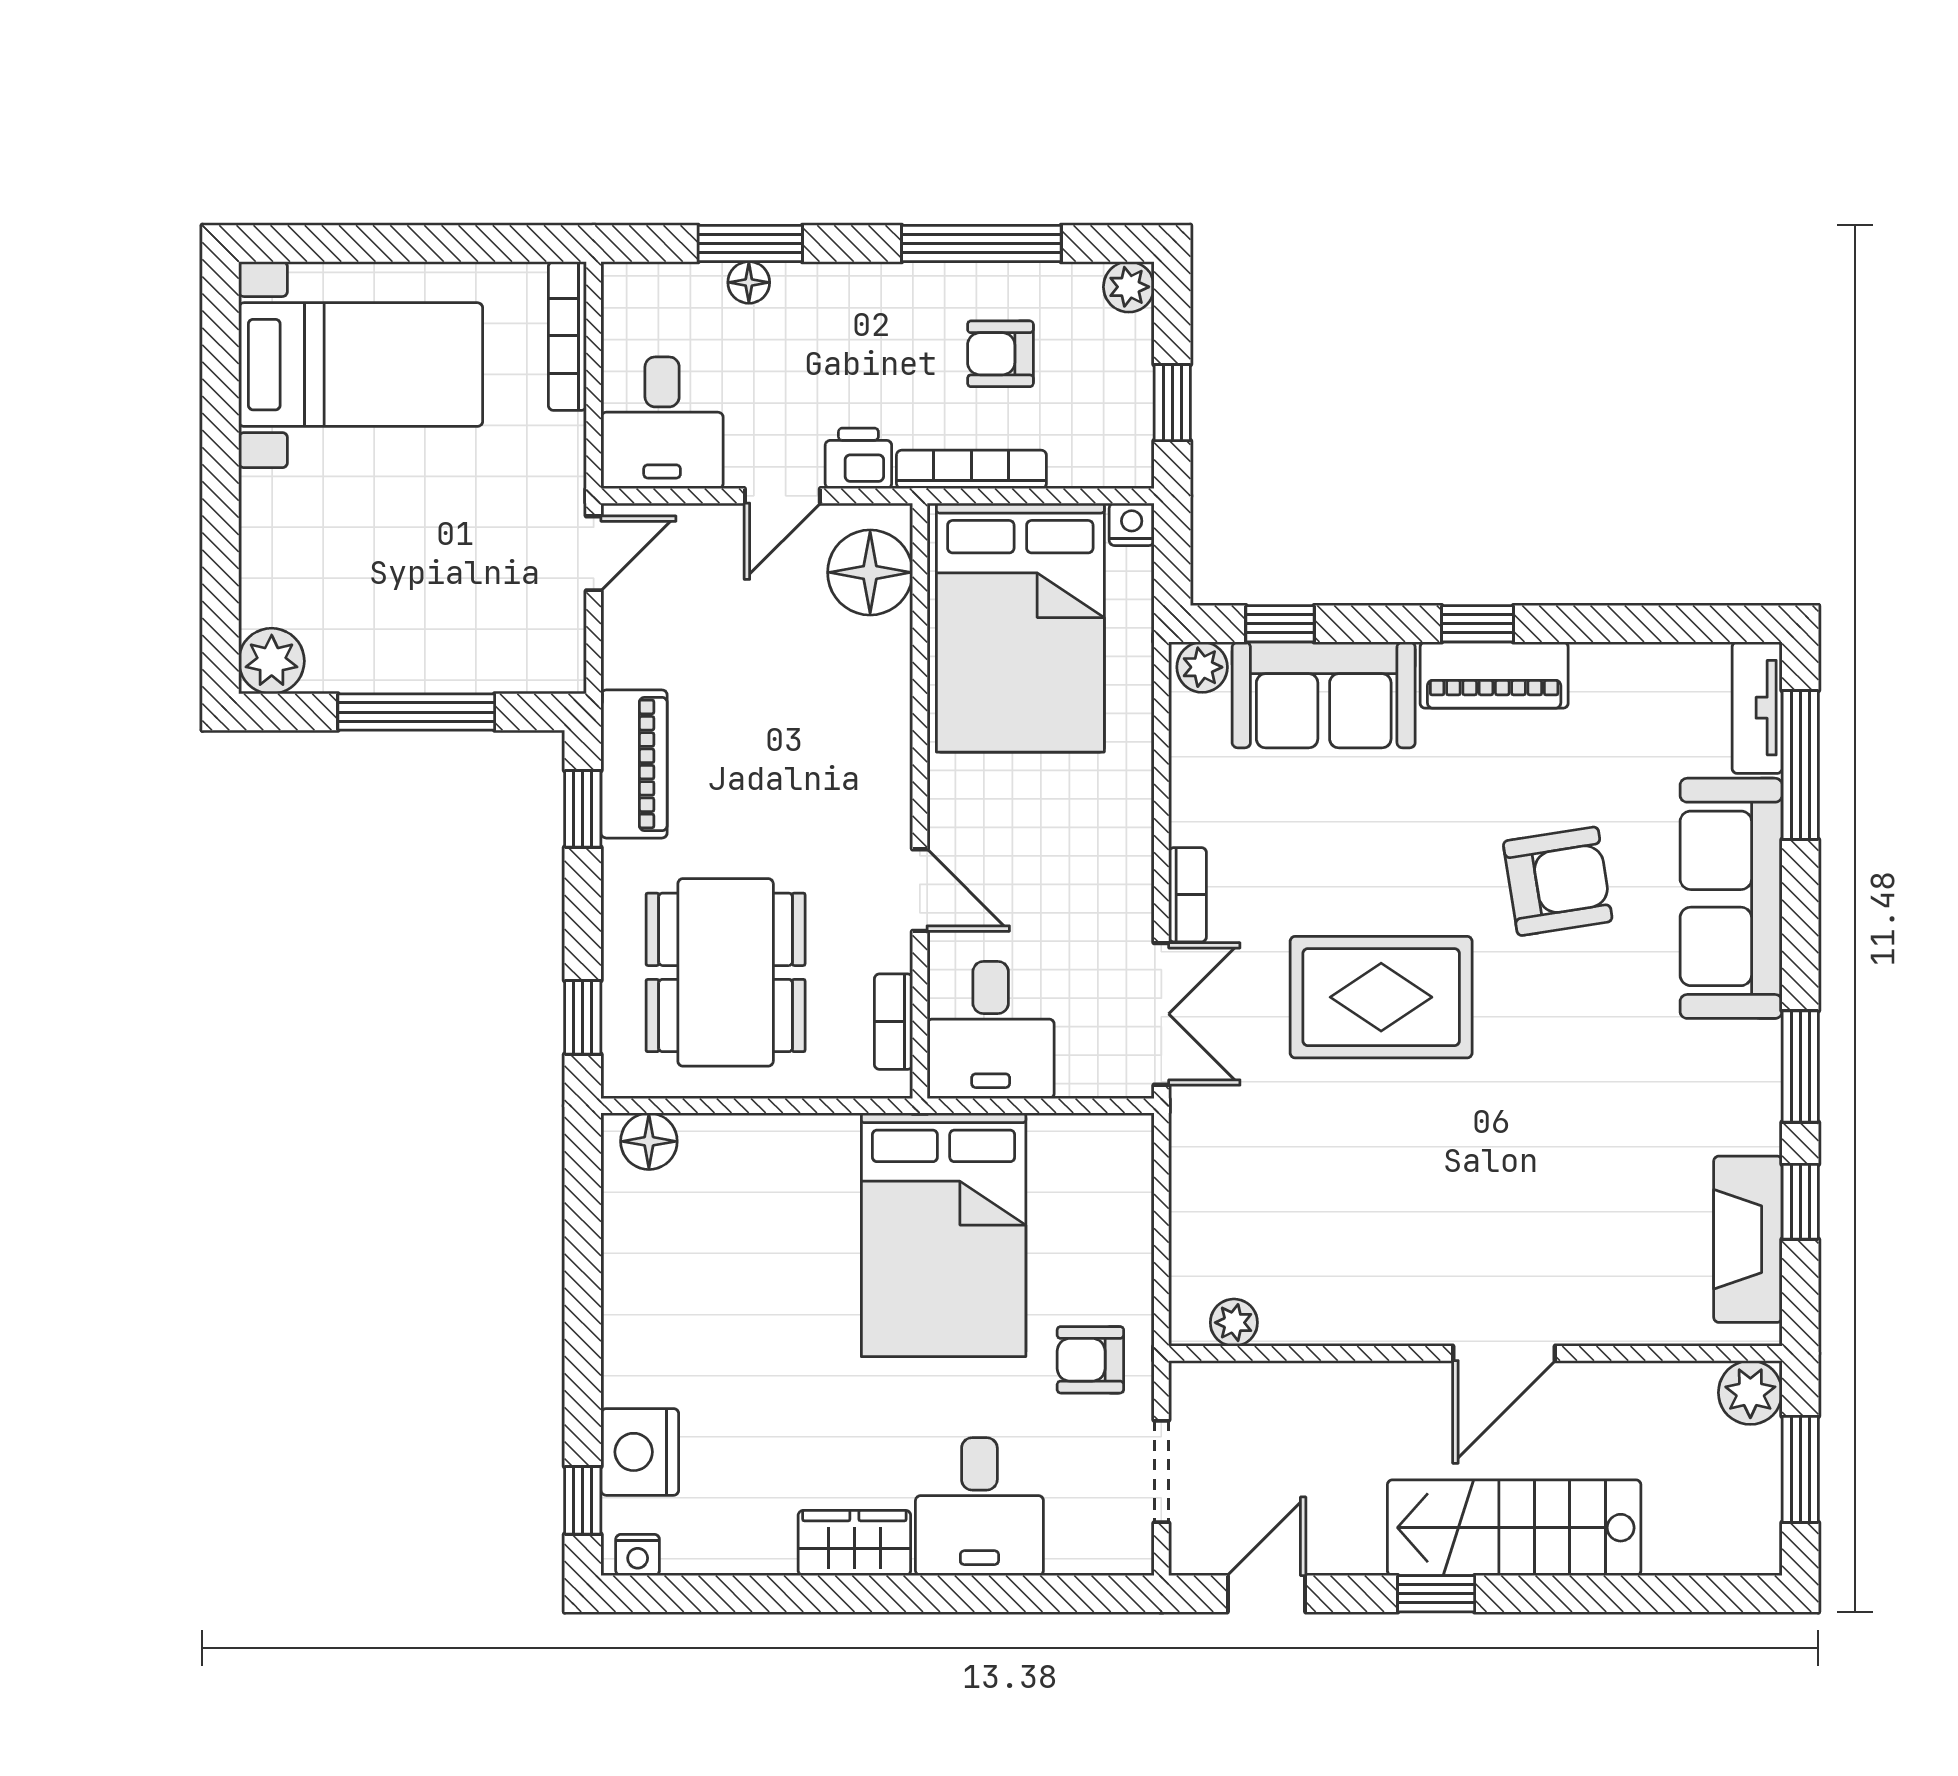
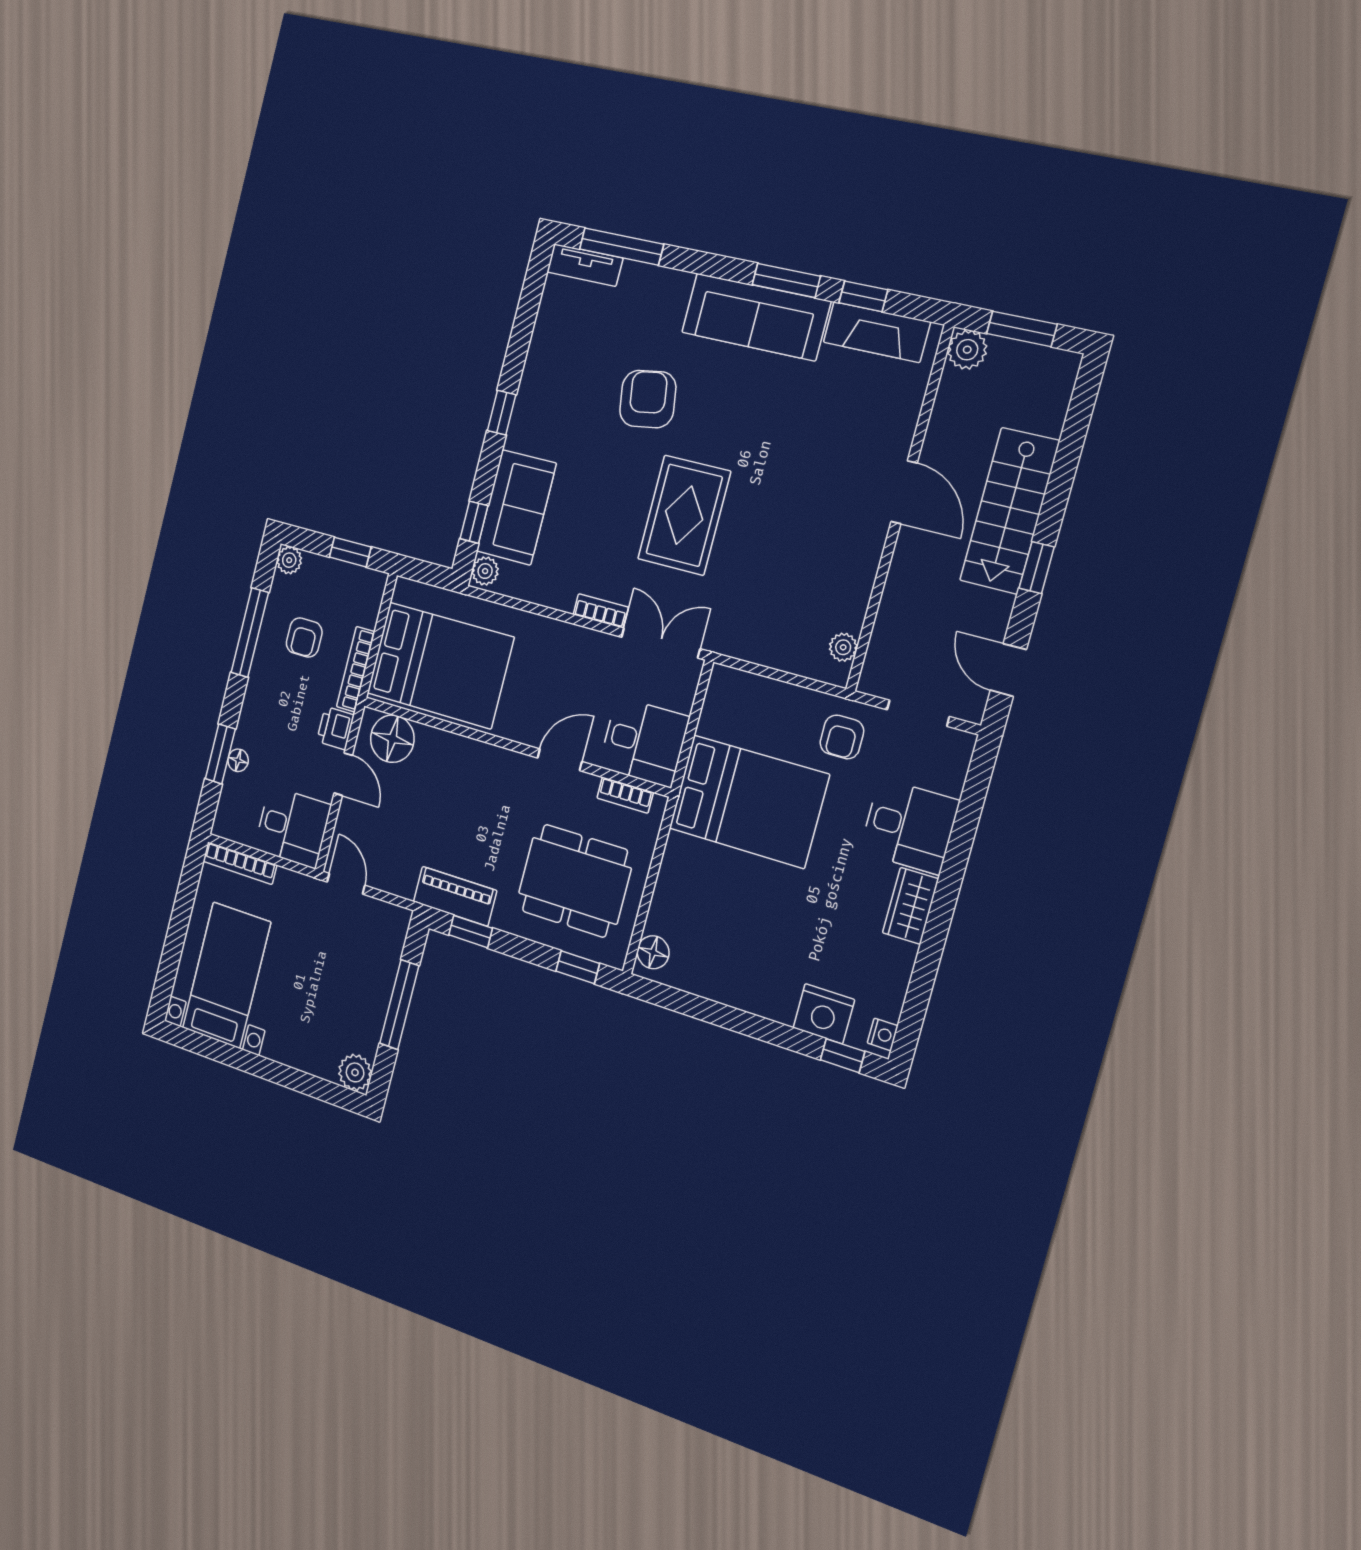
nightstand: (1132, 524) -> (404, 590), removed
piano: (1494, 675) -> (530, 410), removed
sofa: (1731, 898) -> (756, 317), moved

